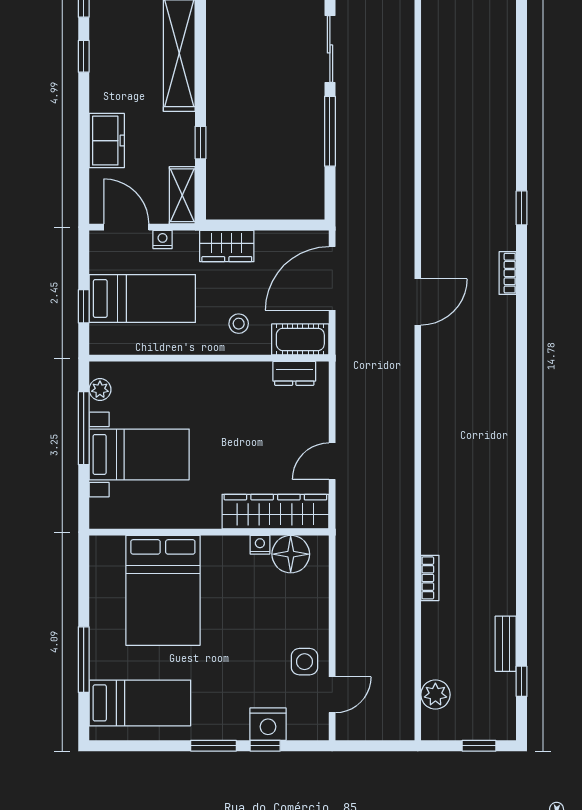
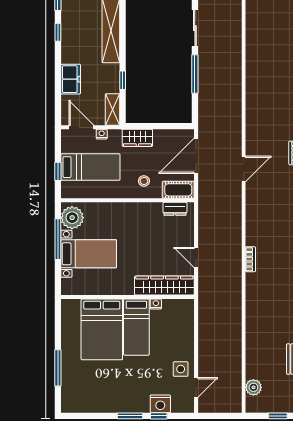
plant: (100, 390) -> (72, 218), width x1.87, depth x1.87
door: (332, 461) -> (196, 258), hinge flipped
floor lamp: (291, 554) -> (173, 309), removed
bookcase: (430, 578) -> (250, 259), moved
bed: (140, 703) -> (136, 327), moved, turned 90

